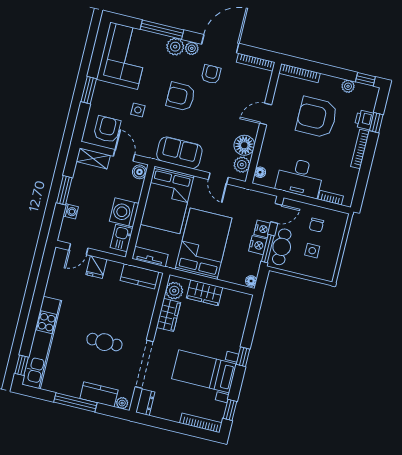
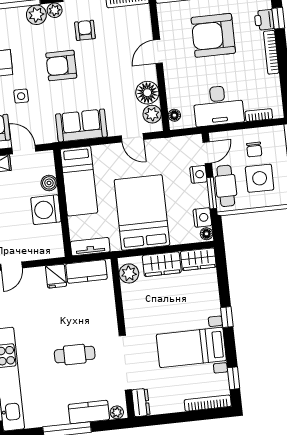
boiler: (139, 172) -> (49, 183), moved
bed: (167, 200) -> (79, 181), width x0.67
kitchen sink: (122, 238) -> (53, 238), removed
nightstand: (258, 245) -> (202, 217), moved
side table: (312, 251) -> (260, 178), width x1.87, depth x1.87
fridge: (96, 267) -> (56, 276), moved
wardrobe: (168, 315) -> (198, 259), moved, turned 90

